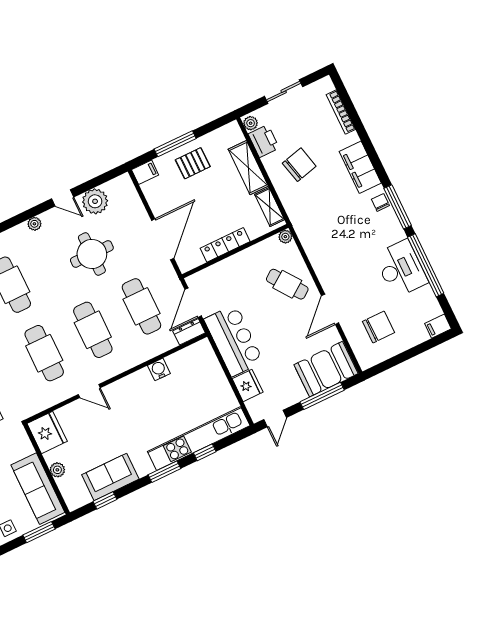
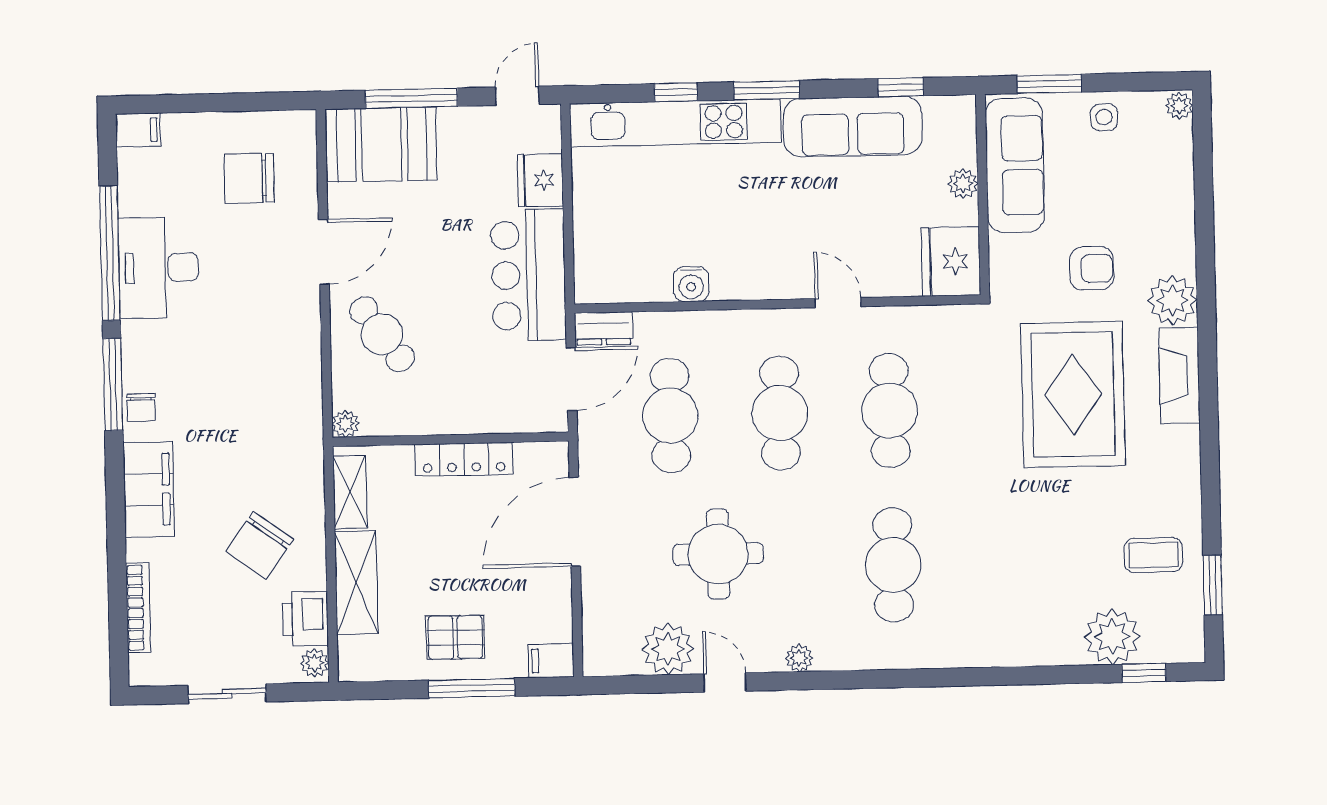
chair: (299, 165) -> (260, 545), turned -40
sofa: (110, 477) -> (853, 127), width x1.36

